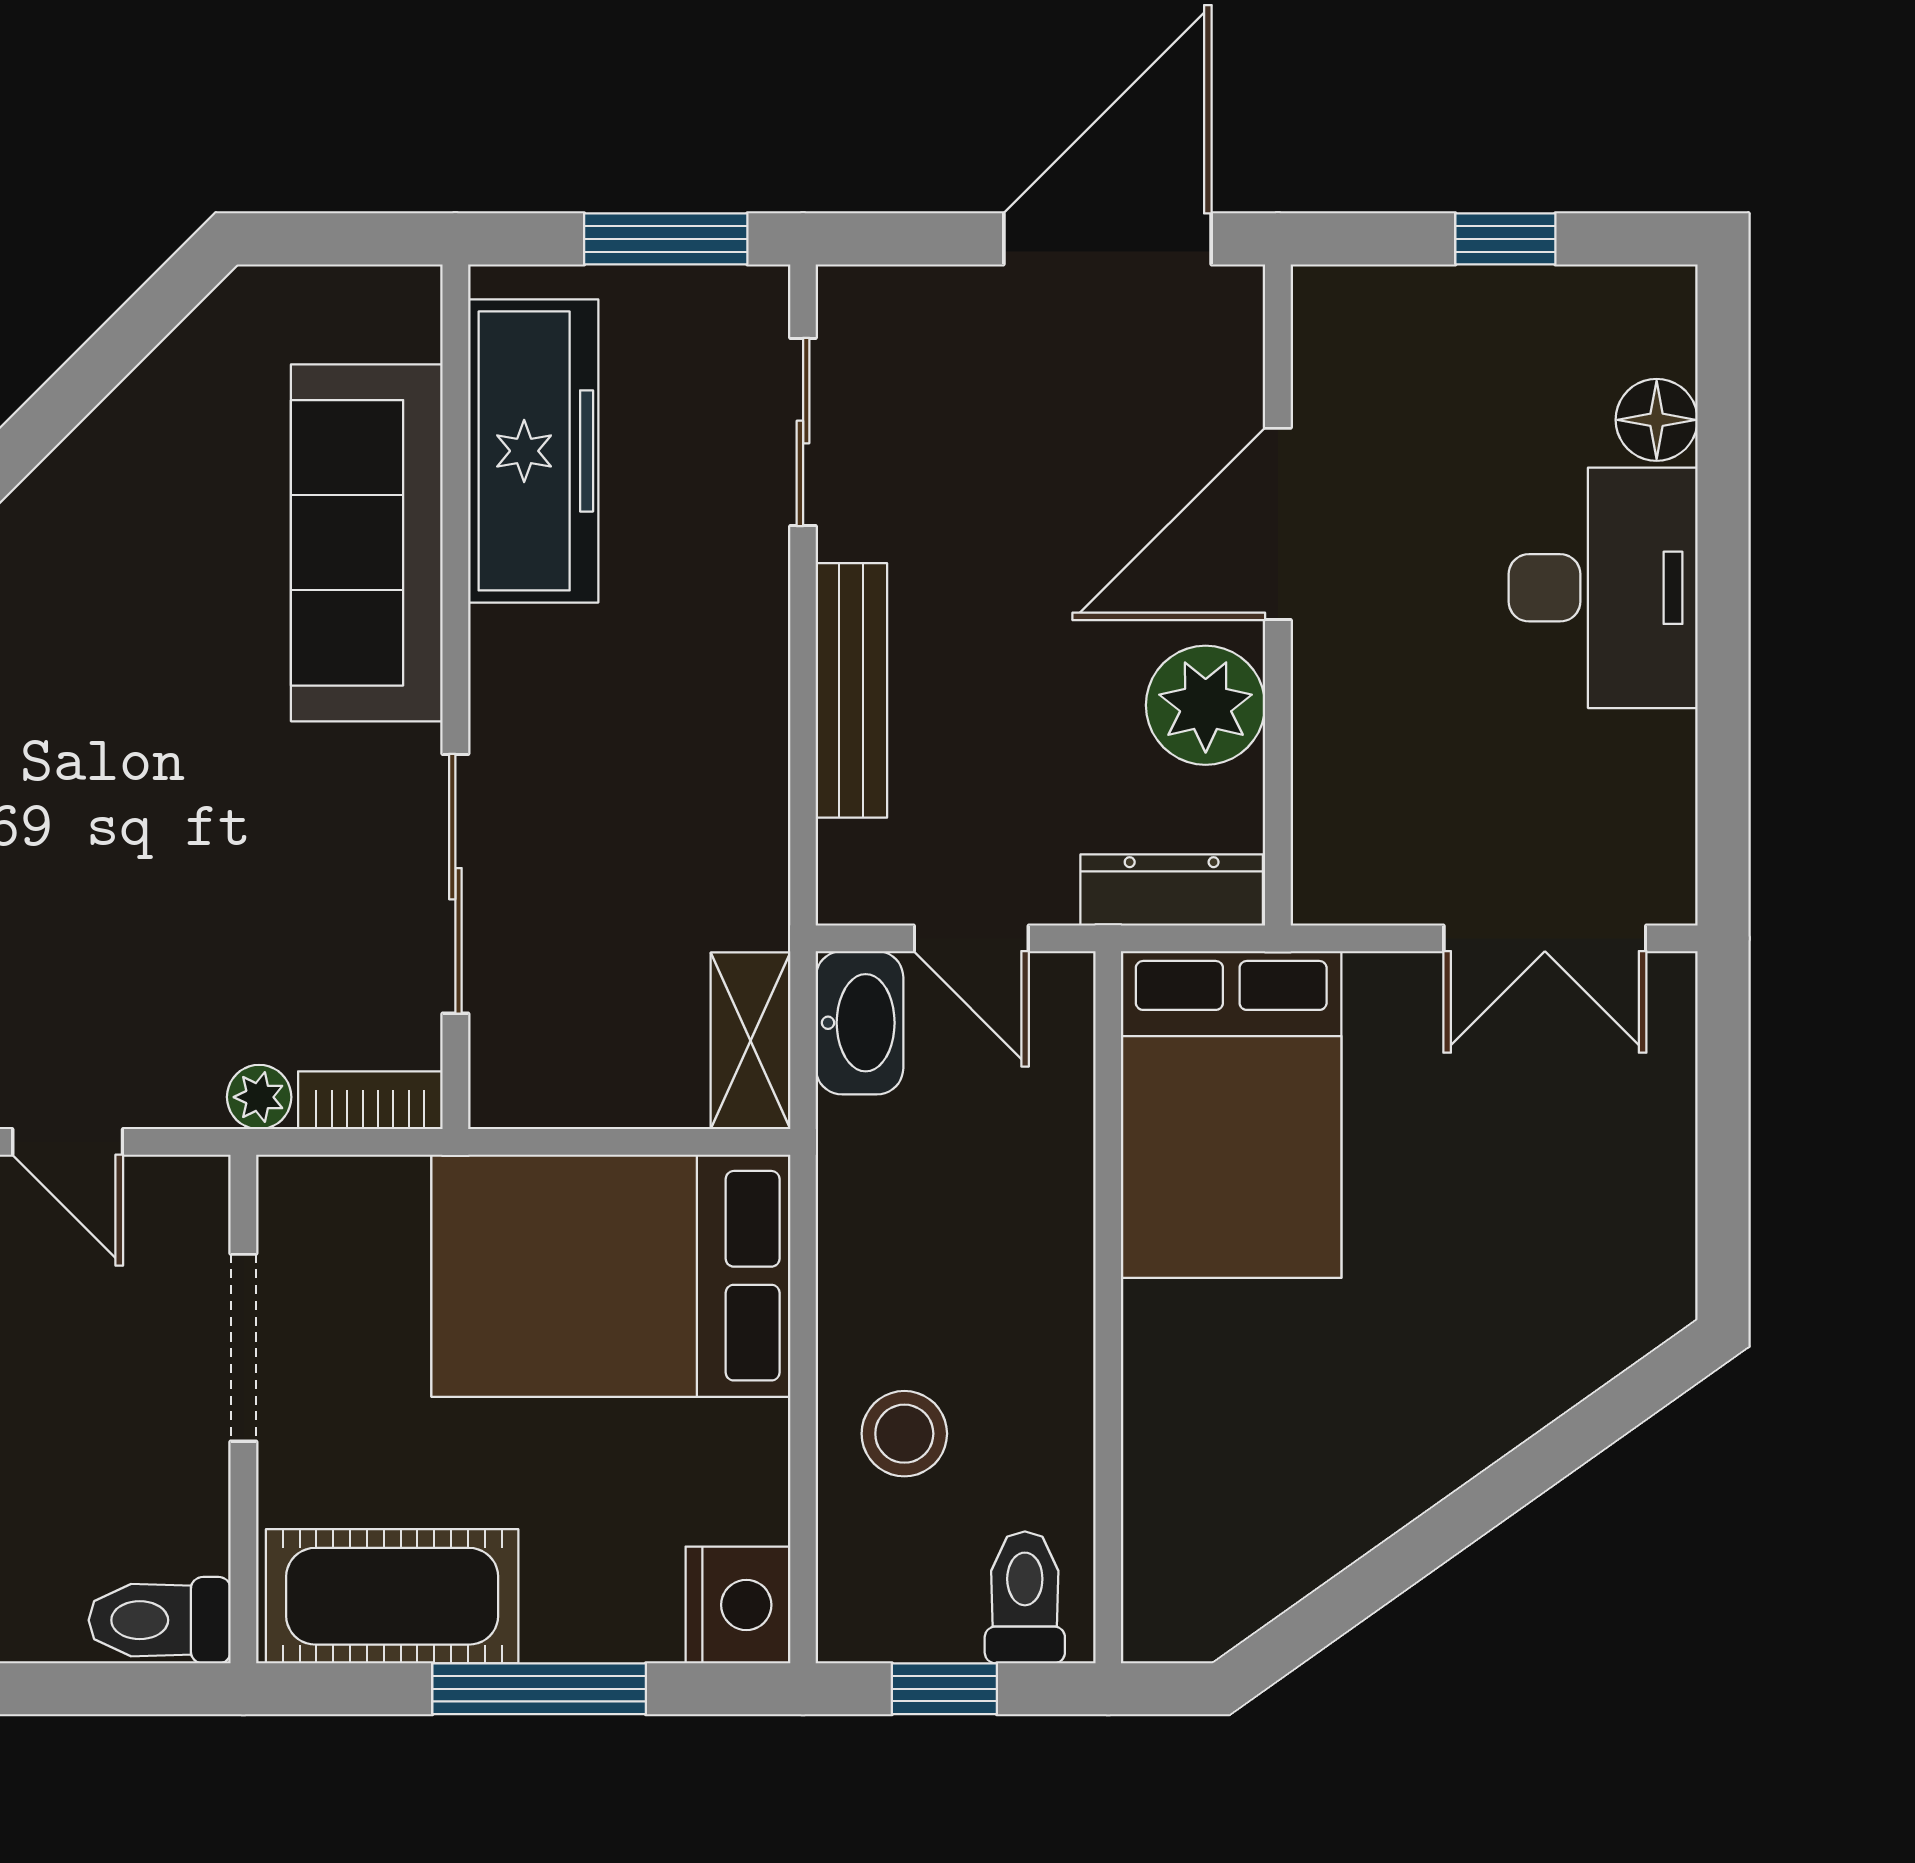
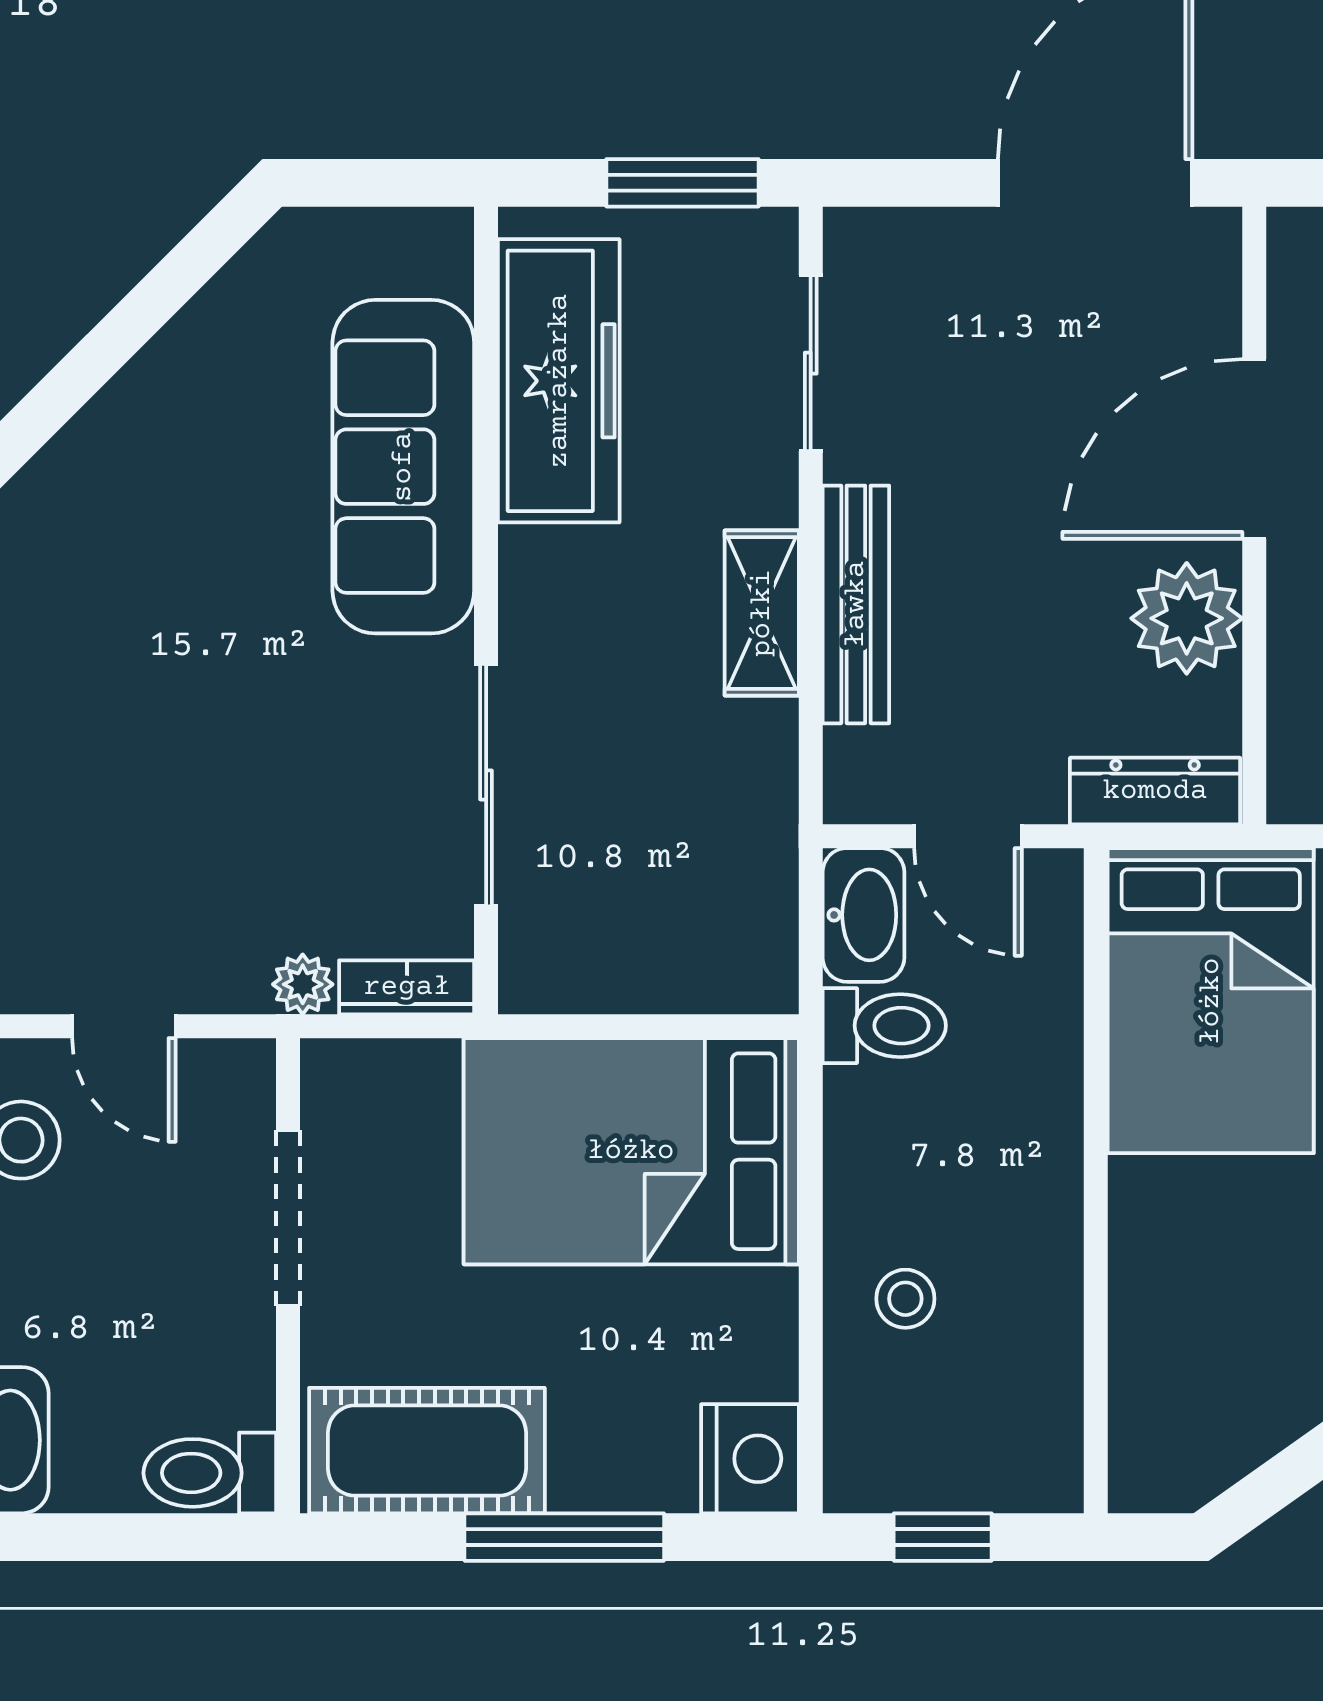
shelving: (751, 1041) -> (762, 613), moved
stool: (904, 1434) -> (905, 1299), width x0.73, depth x0.73
toilet: (1025, 1597) -> (884, 1026), moved, turned 90

